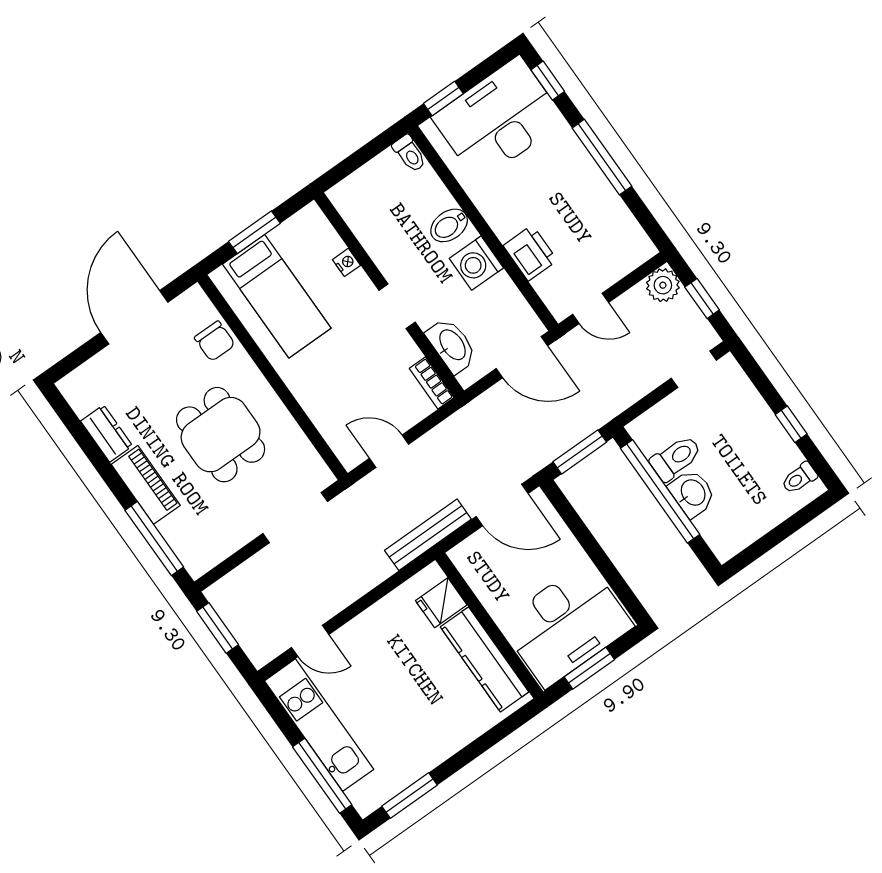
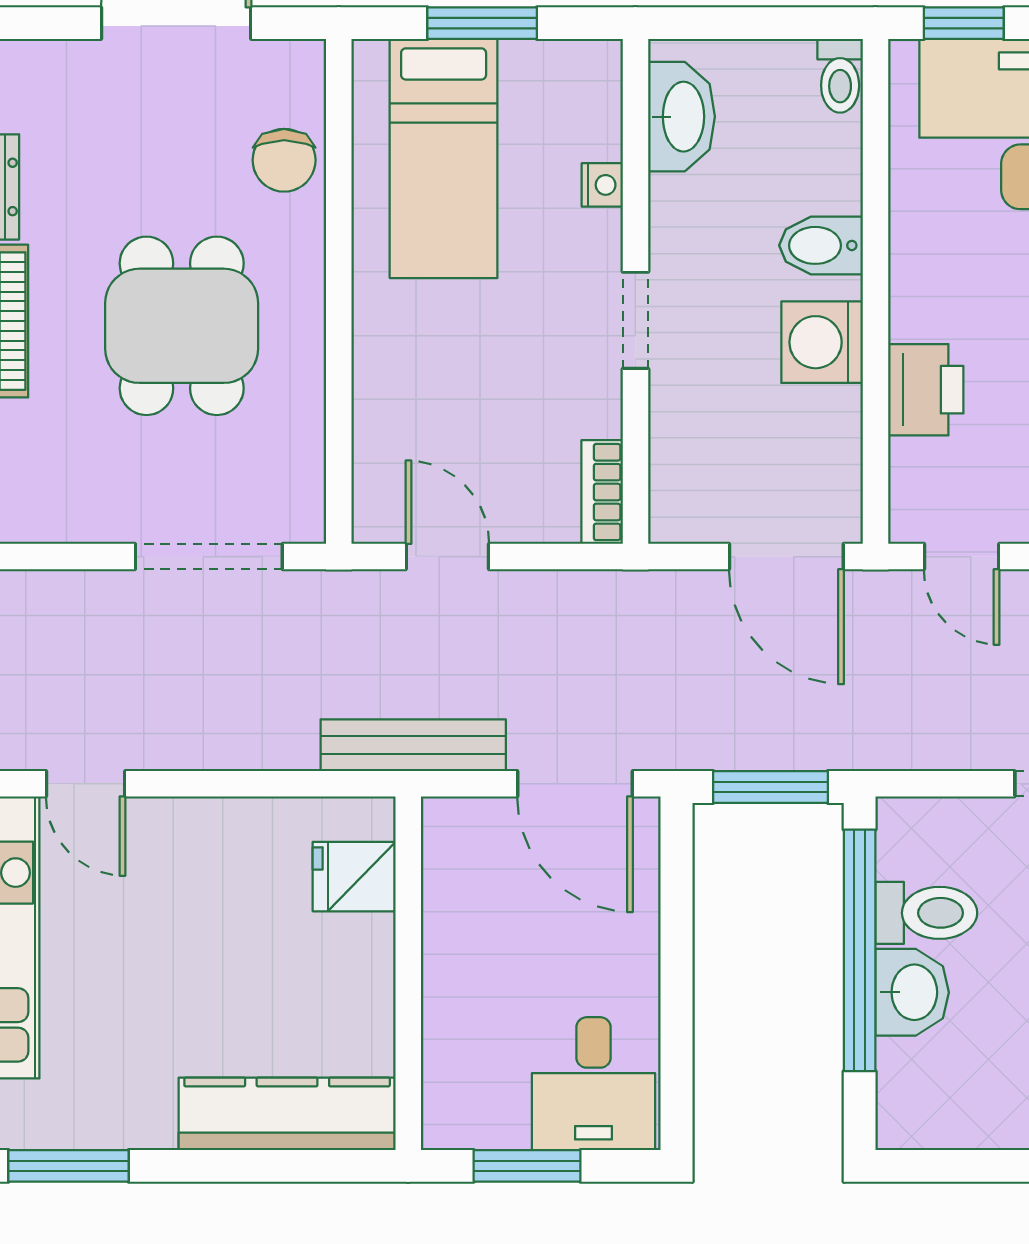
washbasin: (452, 345) -> (681, 117), moved
desk: (566, 625) -> (593, 1084), width x0.53, depth x0.77
kitchen counter: (484, 659) -> (287, 1114), moved, turned 90

